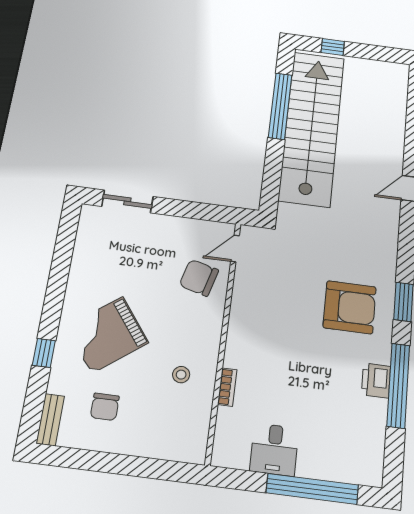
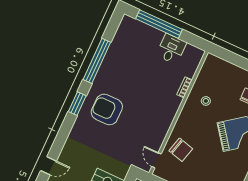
door: (235, 249) -> (157, 160), swing flipped
printer: (376, 381) -> (107, 67), removed

